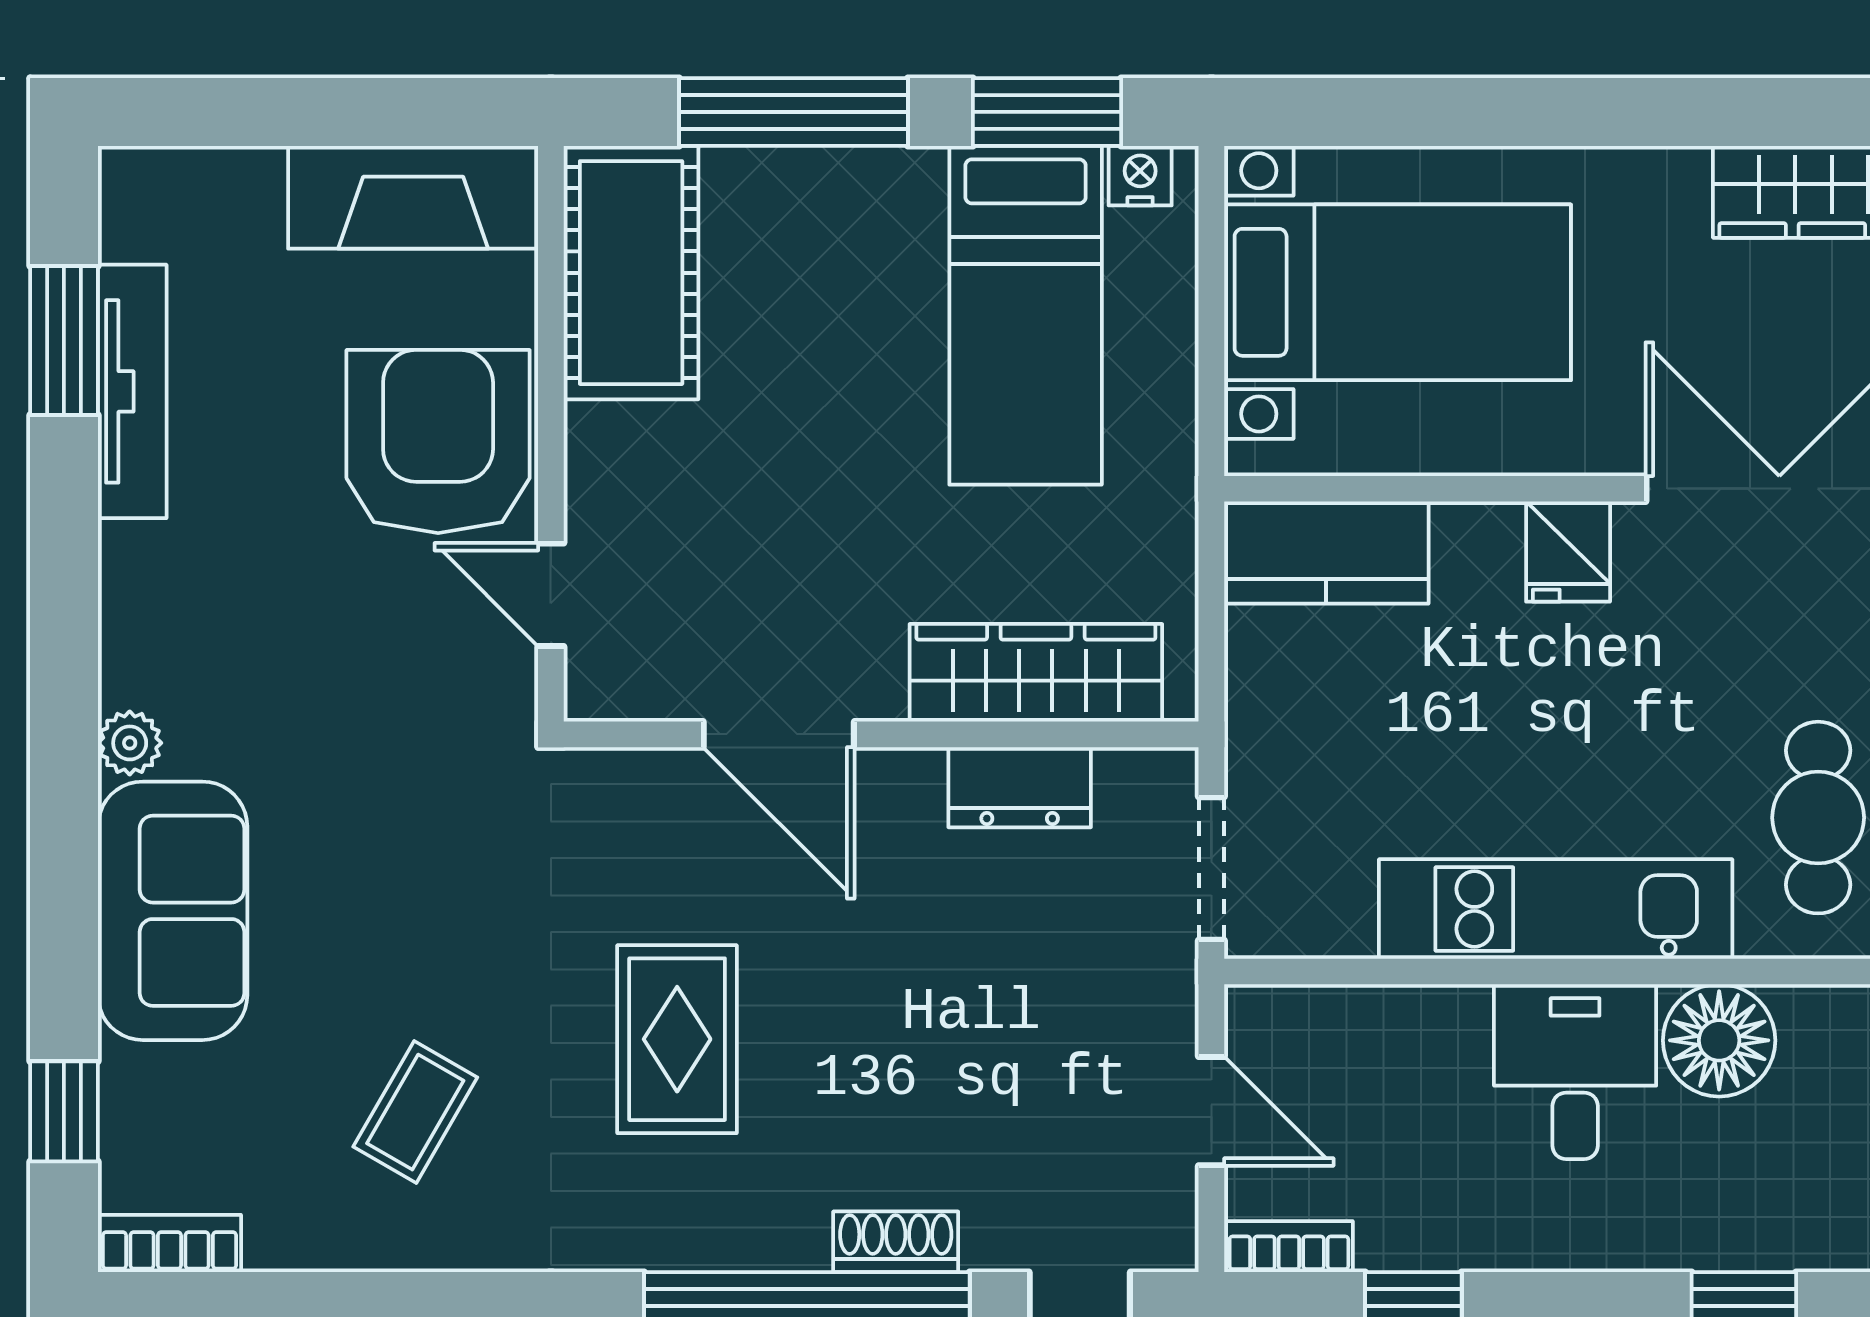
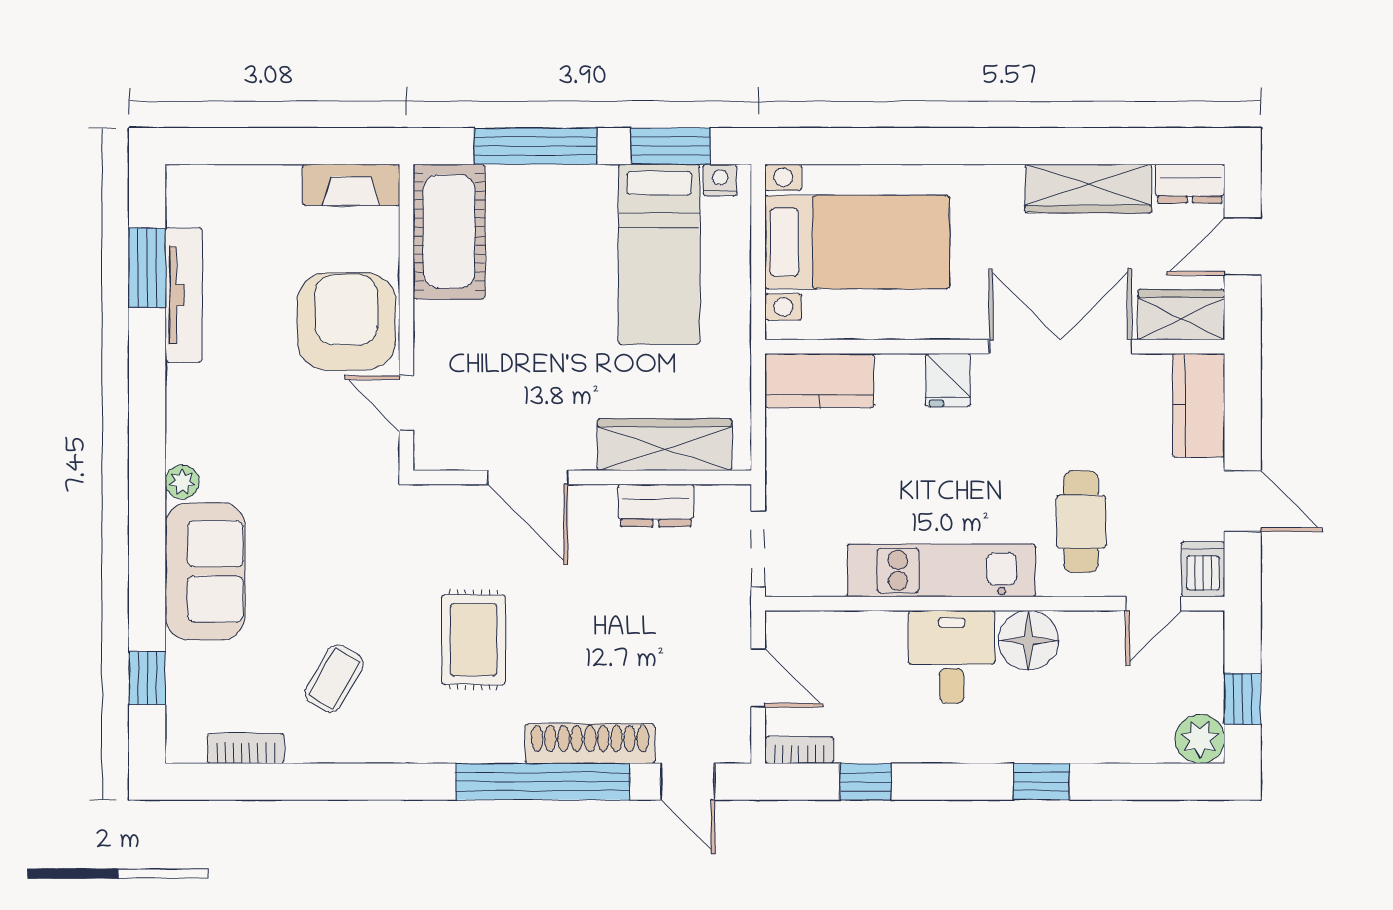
fireplace: (413, 197) -> (351, 185), width x0.73, depth x0.76
shoe rack: (896, 1242) -> (590, 744), width x1.94, depth x1.24
bookcase: (169, 1243) -> (246, 748), moved

